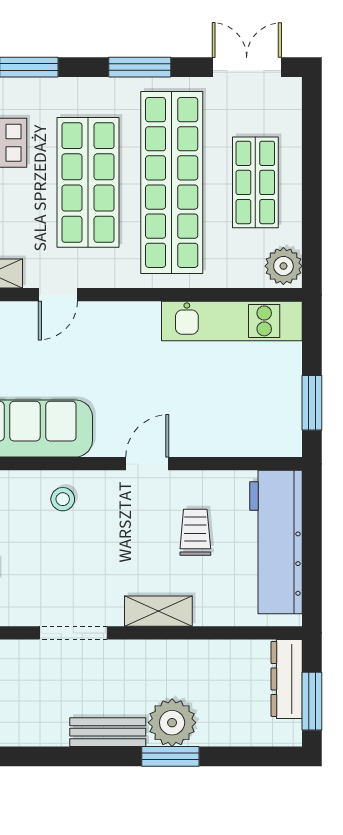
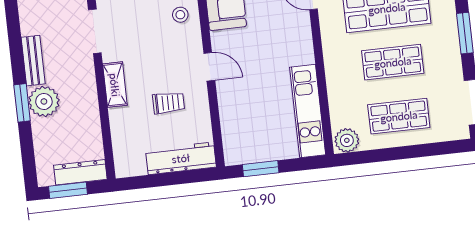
shop shelf: (172, 182) -> (393, 62), width x0.50, depth x0.74
workbench: (276, 542) -> (181, 158), width x0.73, depth x0.76

